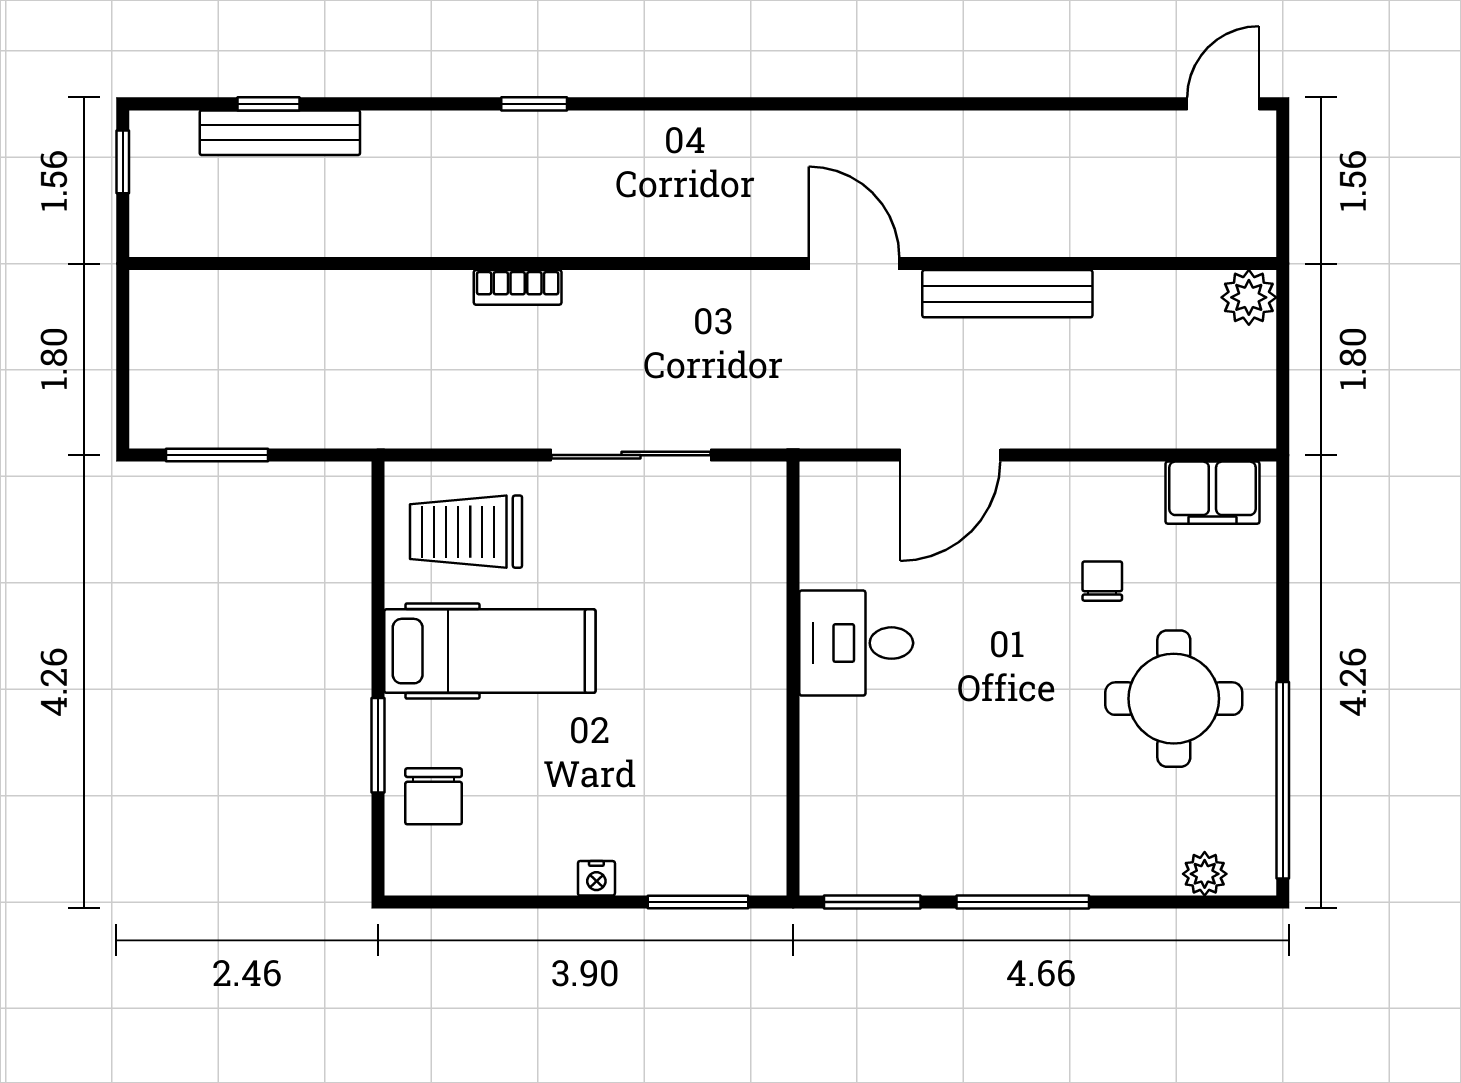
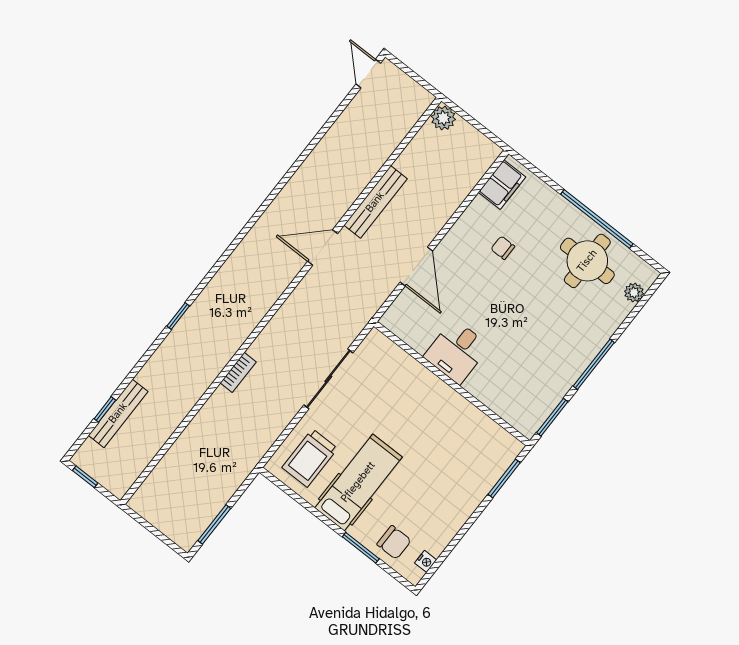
round table: (1174, 699) -> (587, 261), moved
window: (1283, 780) -> (597, 219), moved
nightstand: (596, 878) -> (426, 561), moved

